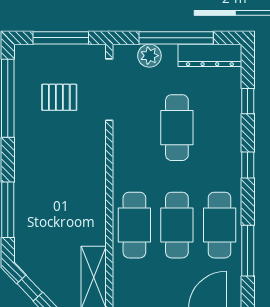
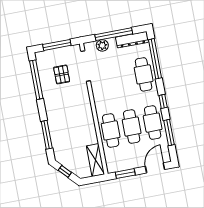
pallet: (59, 97) -> (62, 74), turned 90
window: (248, 101) -> (155, 59), width x3.17
cafe table: (177, 128) -> (144, 74), moved
window: (248, 165) -> (163, 101), moved

